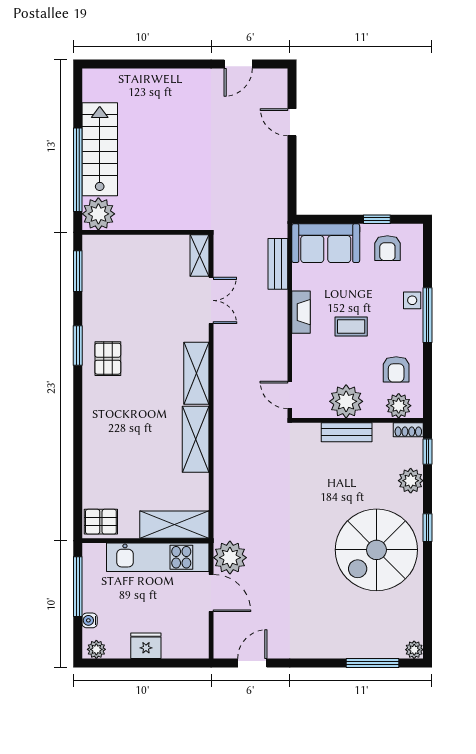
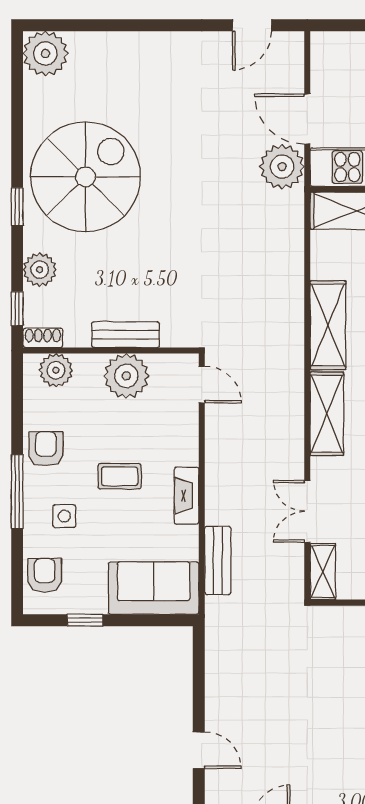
armchair: (387, 248) -> (45, 575), moved
side table: (412, 300) -> (64, 516), moved
armchair: (396, 369) -> (46, 449), moved
plant: (414, 650) -> (45, 54), width x1.88, depth x1.88
window: (372, 663) -> (91, 25), removed

